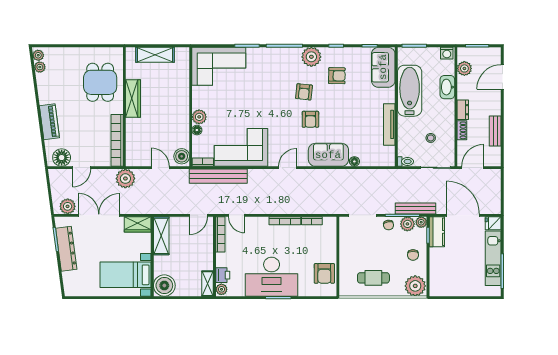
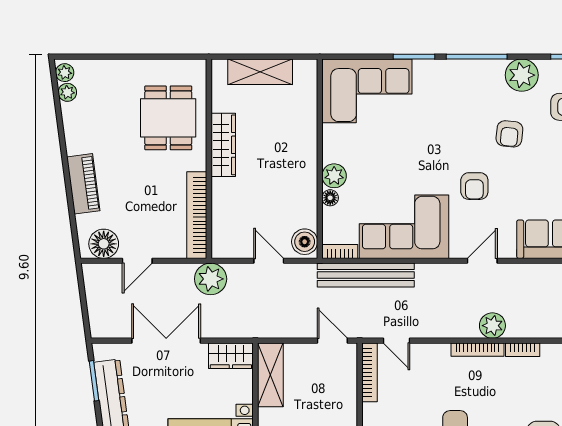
armchair: (310, 119) -> (474, 186), moved
plant: (68, 206) -> (492, 326), moved
door: (198, 215) -> (332, 341), swing flipped

